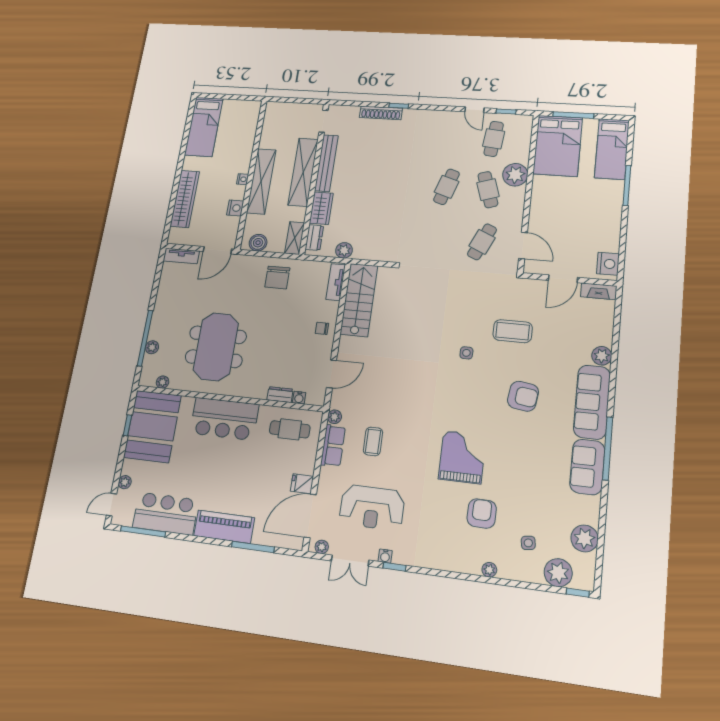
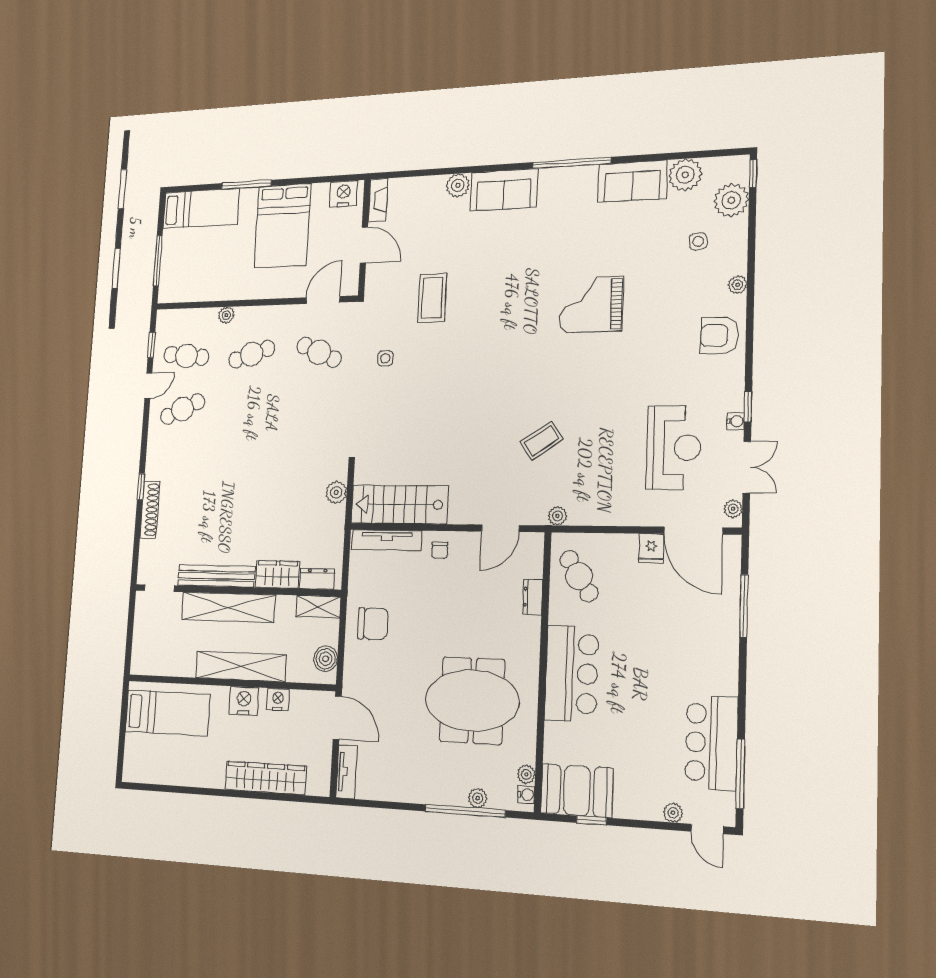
bed: (204, 127) -> (167, 713), moved
bed: (558, 146) -> (282, 226), moved, turned 90
plant: (515, 175) -> (226, 315), width x0.53, depth x0.53
nightstand: (243, 179) -> (244, 701), width x1.89, depth x1.79
cafe table: (447, 187) -> (183, 409), moved, turned -42
plant: (344, 250) -> (336, 492), moved
tv unit: (336, 282) -> (387, 540), width x1.41
side table: (466, 353) -> (385, 358), moved
door: (331, 374) -> (500, 528), swing flipped
armchair: (523, 396) -> (514, 273), removed
water cooler: (299, 398) -> (526, 795), moved
sofa: (592, 402) -> (504, 190), width x0.73
booth: (152, 426) -> (577, 791), width x0.73, depth x0.70
cafe table: (290, 429) -> (579, 576), turned -33
coffee table: (373, 441) -> (542, 441), moved, turned -34
row of seats: (333, 446) -> (596, 512), removed
grand piano: (462, 457) -> (591, 305), moved
sofa: (587, 467) -> (632, 181), moved
armchair: (482, 513) -> (719, 335), moved
piano: (224, 527) -> (721, 652), removed

